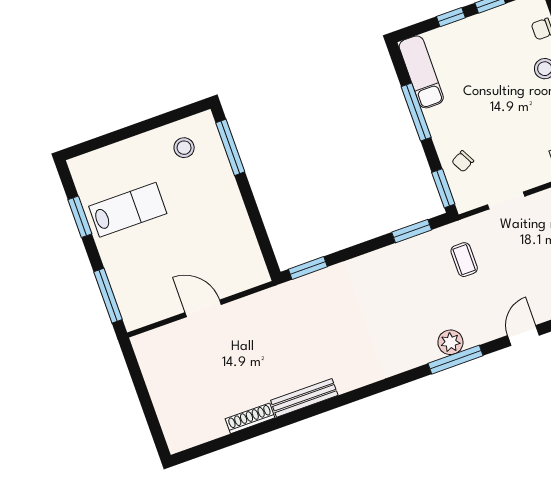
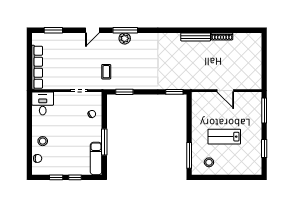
window: (443, 188) -> (104, 105), removed
lab bench: (128, 210) -> (224, 137), moved

